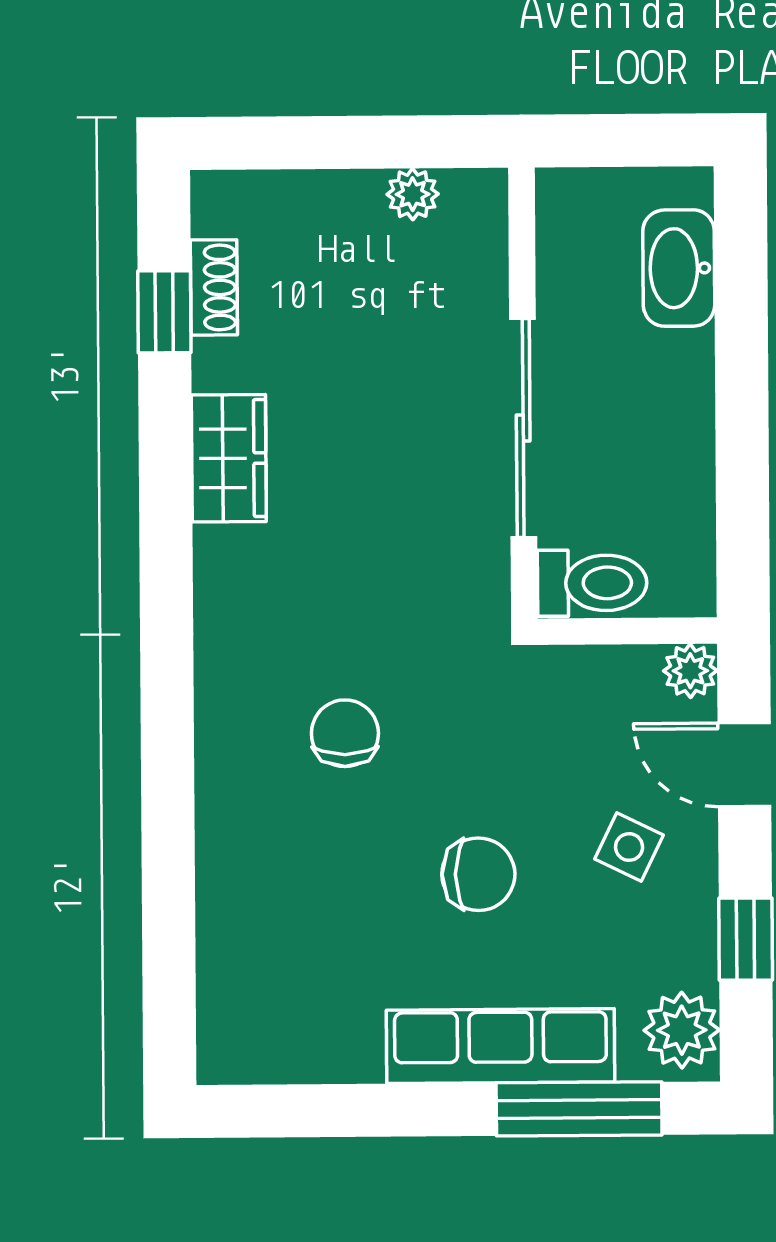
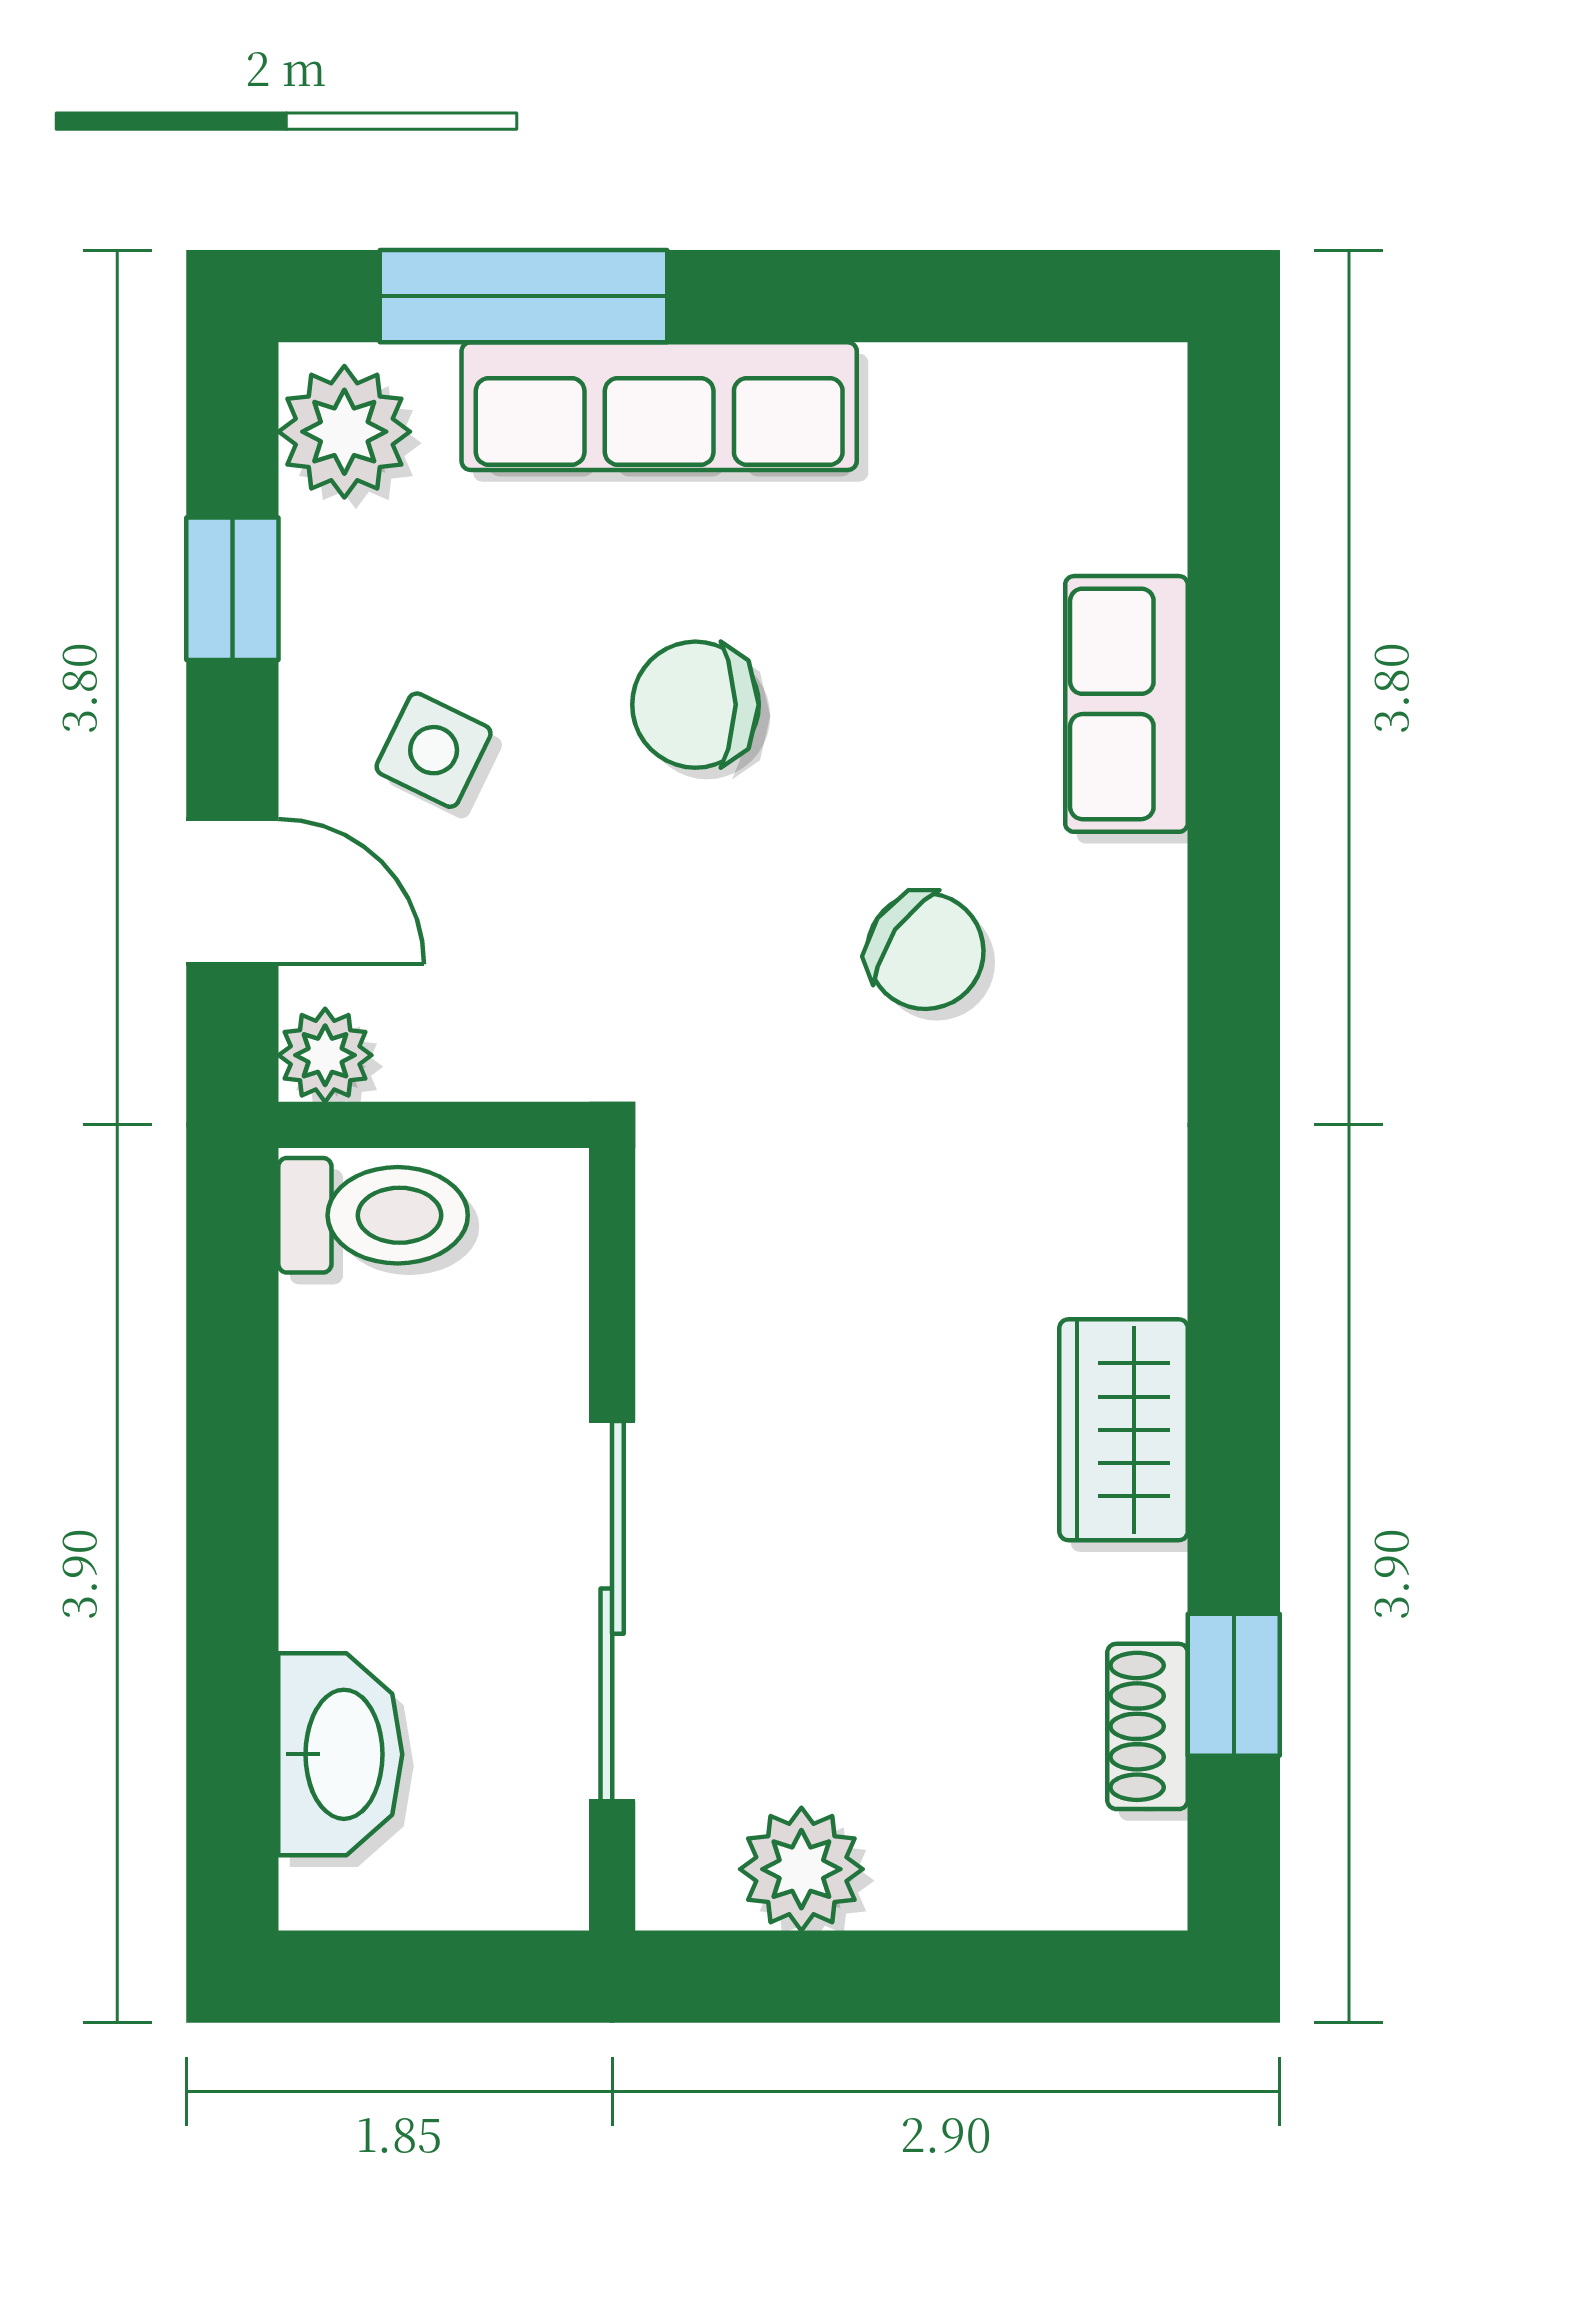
plant: (413, 194) -> (801, 1869), width x1.38, depth x1.38
sliding door: (523, 428) -> (612, 1611), moved
toilet: (592, 583) -> (373, 1215), moved, turned 180
chair: (345, 733) -> (925, 951), turned -55
row of seats: (230, 876) -> (1126, 704), added

